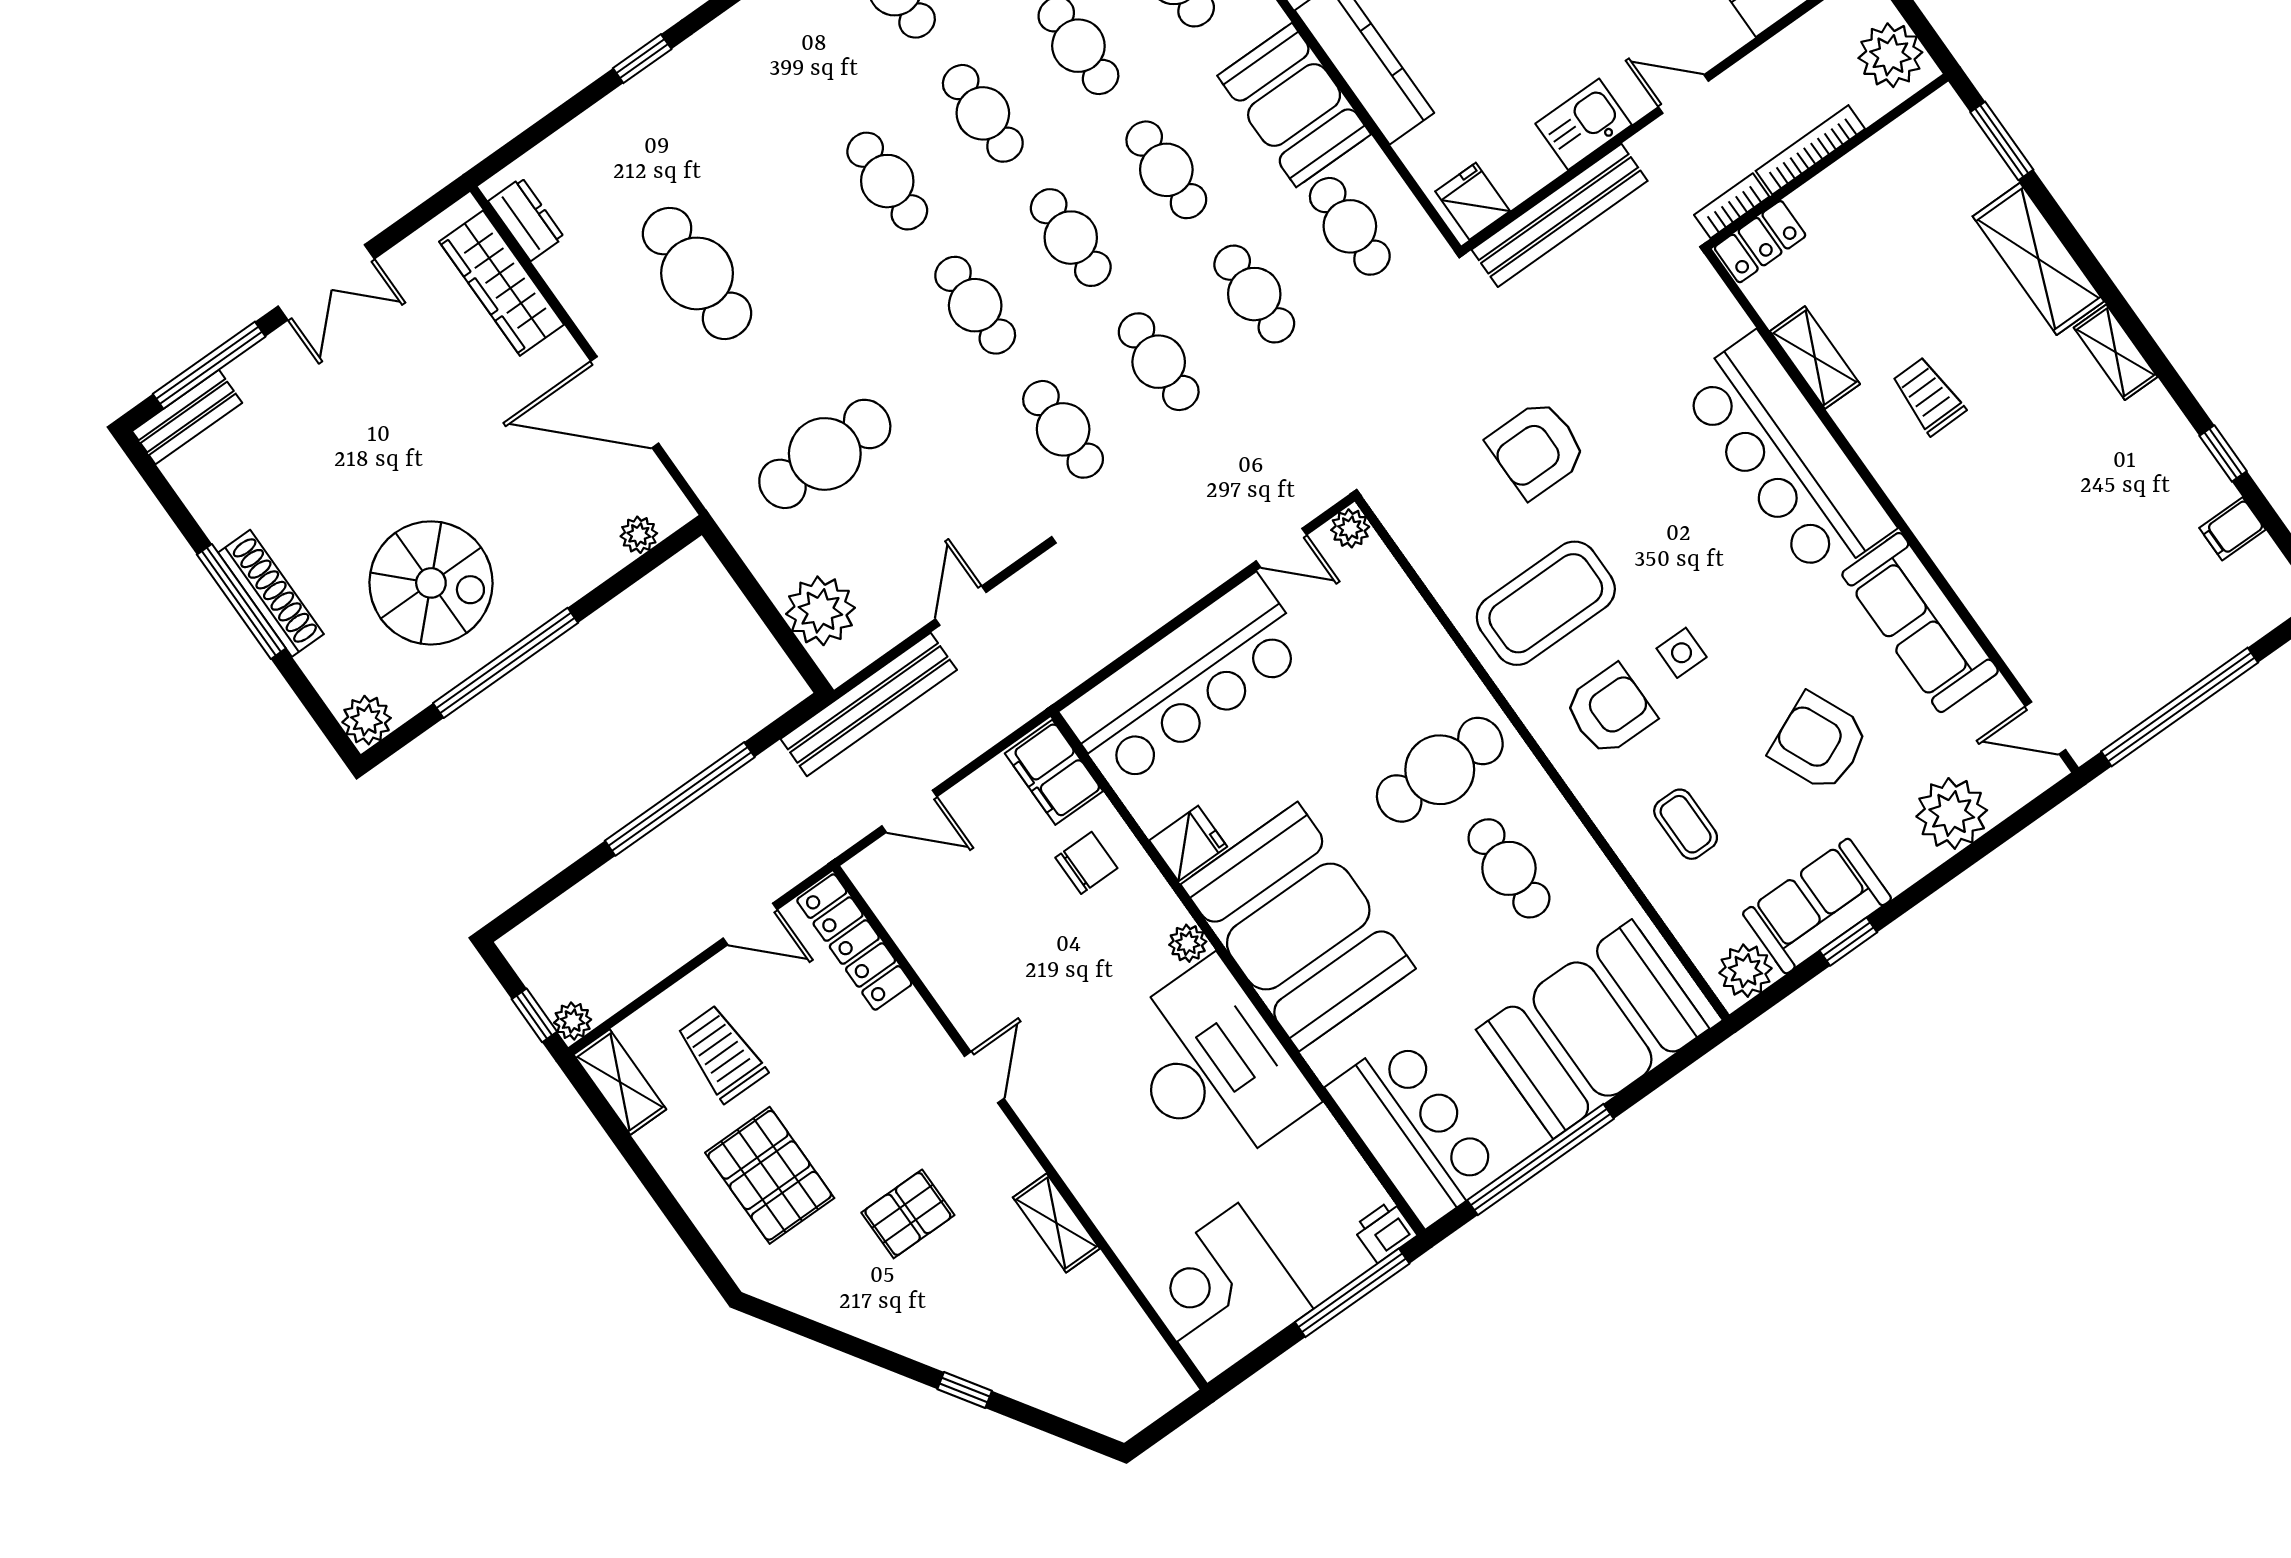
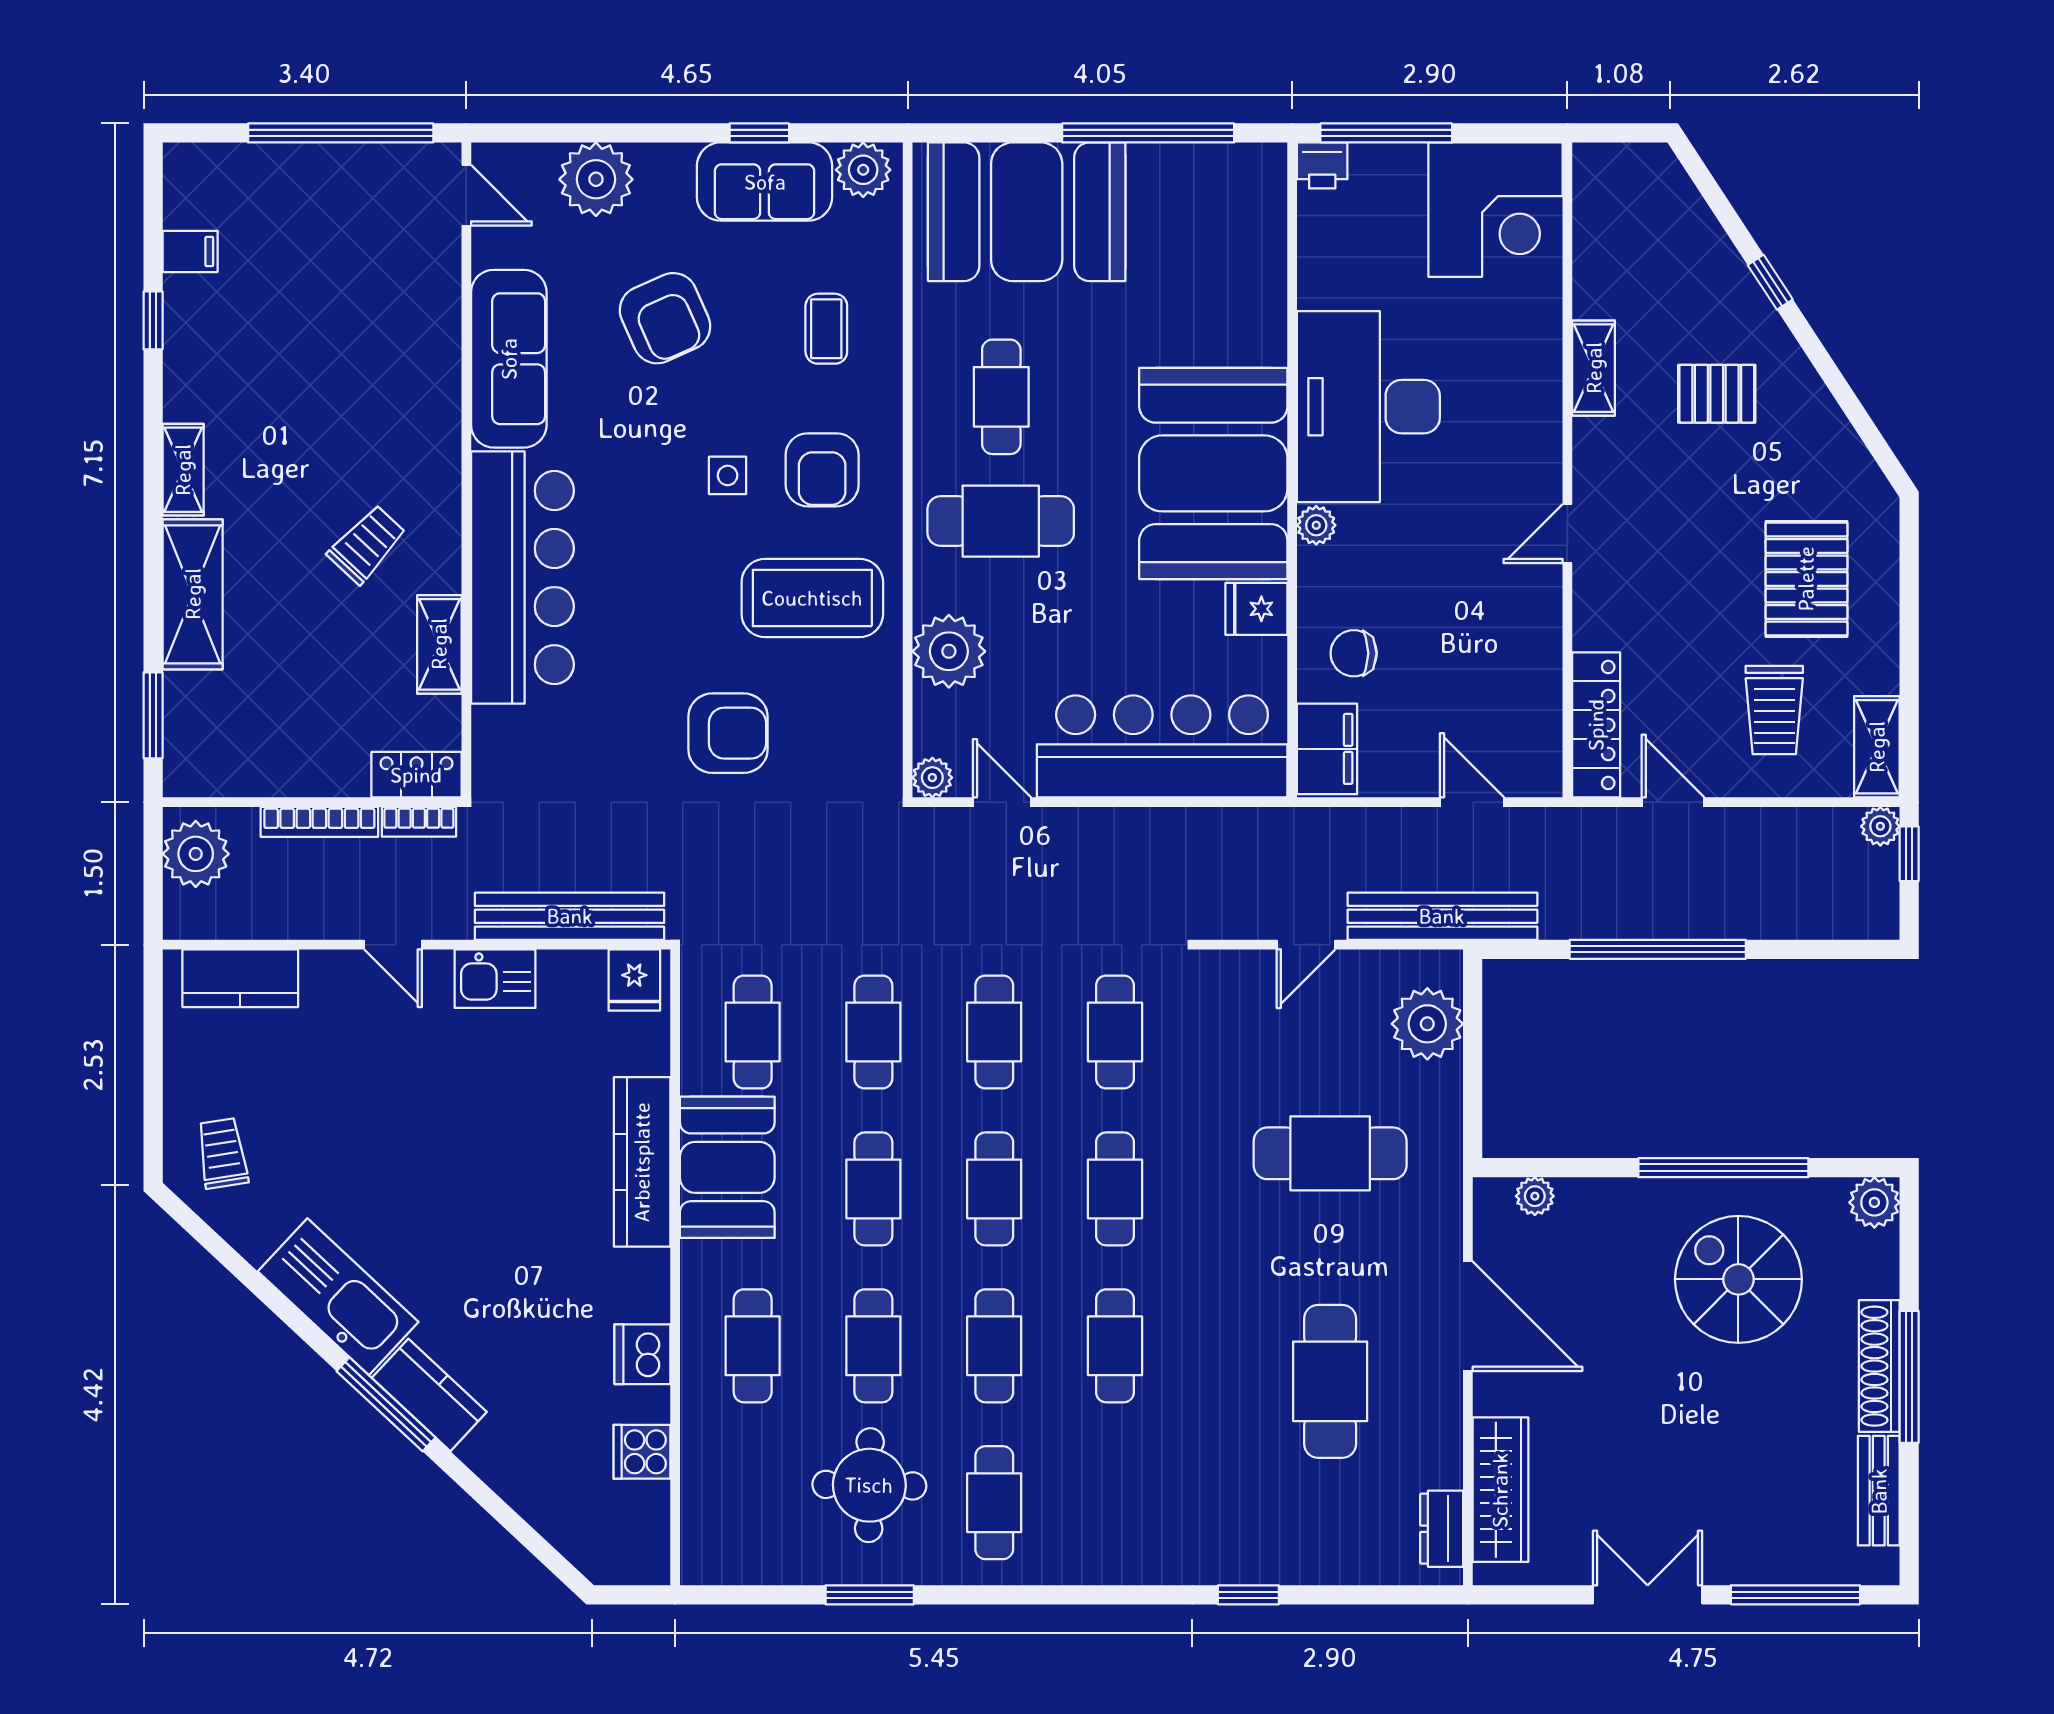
trolley: (1928, 396) -> (367, 544), turned -136
bench: (187, 417) -> (1879, 1491), moved, turned 90
plant: (1408, 638) -> (949, 651), added
armchair: (1610, 710) -> (822, 470), turned -90
bar counter: (1414, 1131) -> (1237, 233), removed
pallet: (908, 1214) -> (1717, 394), moved

